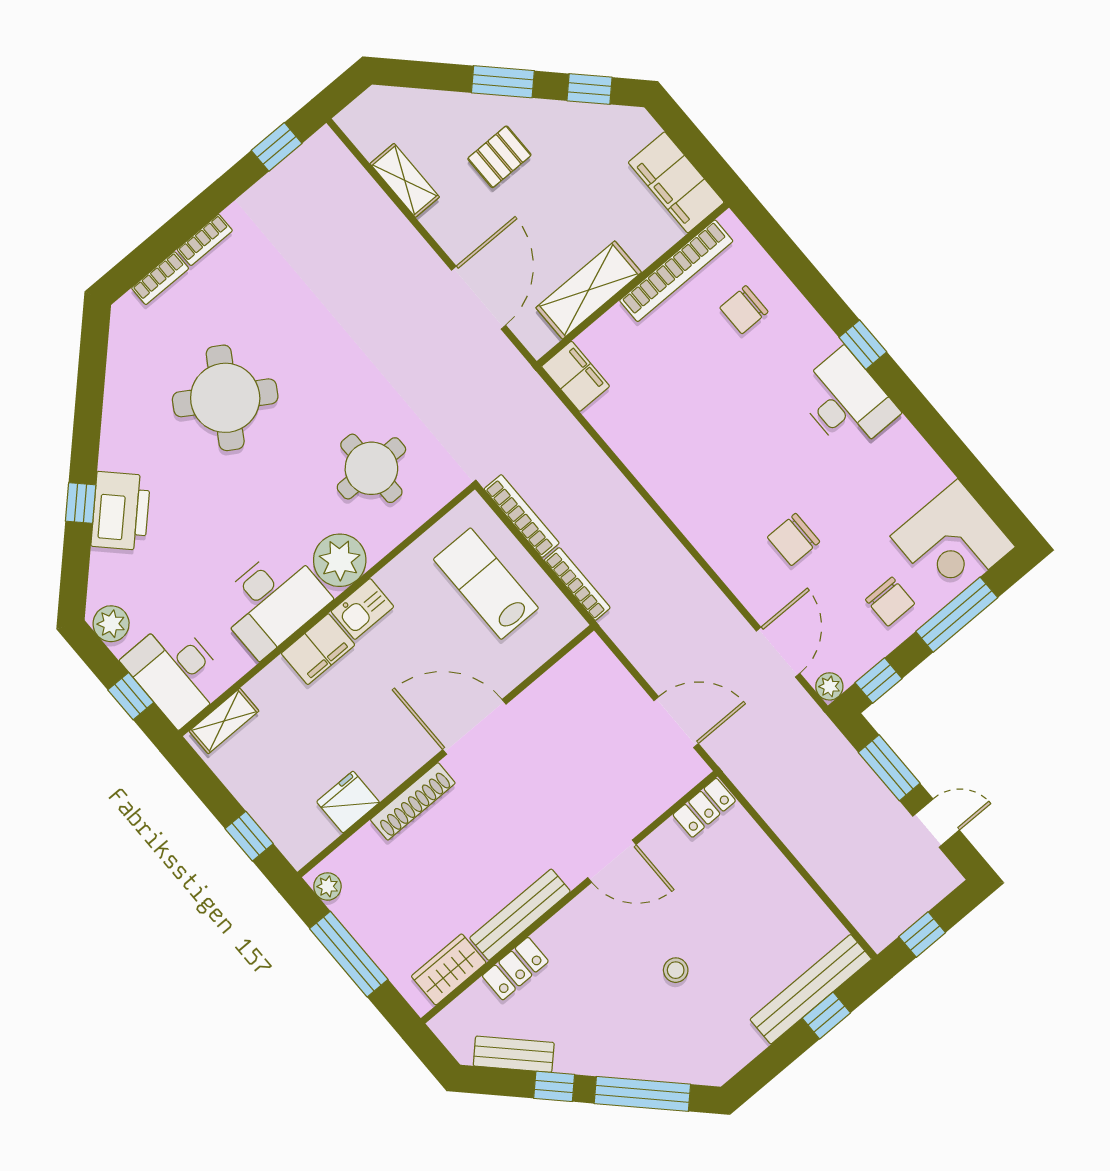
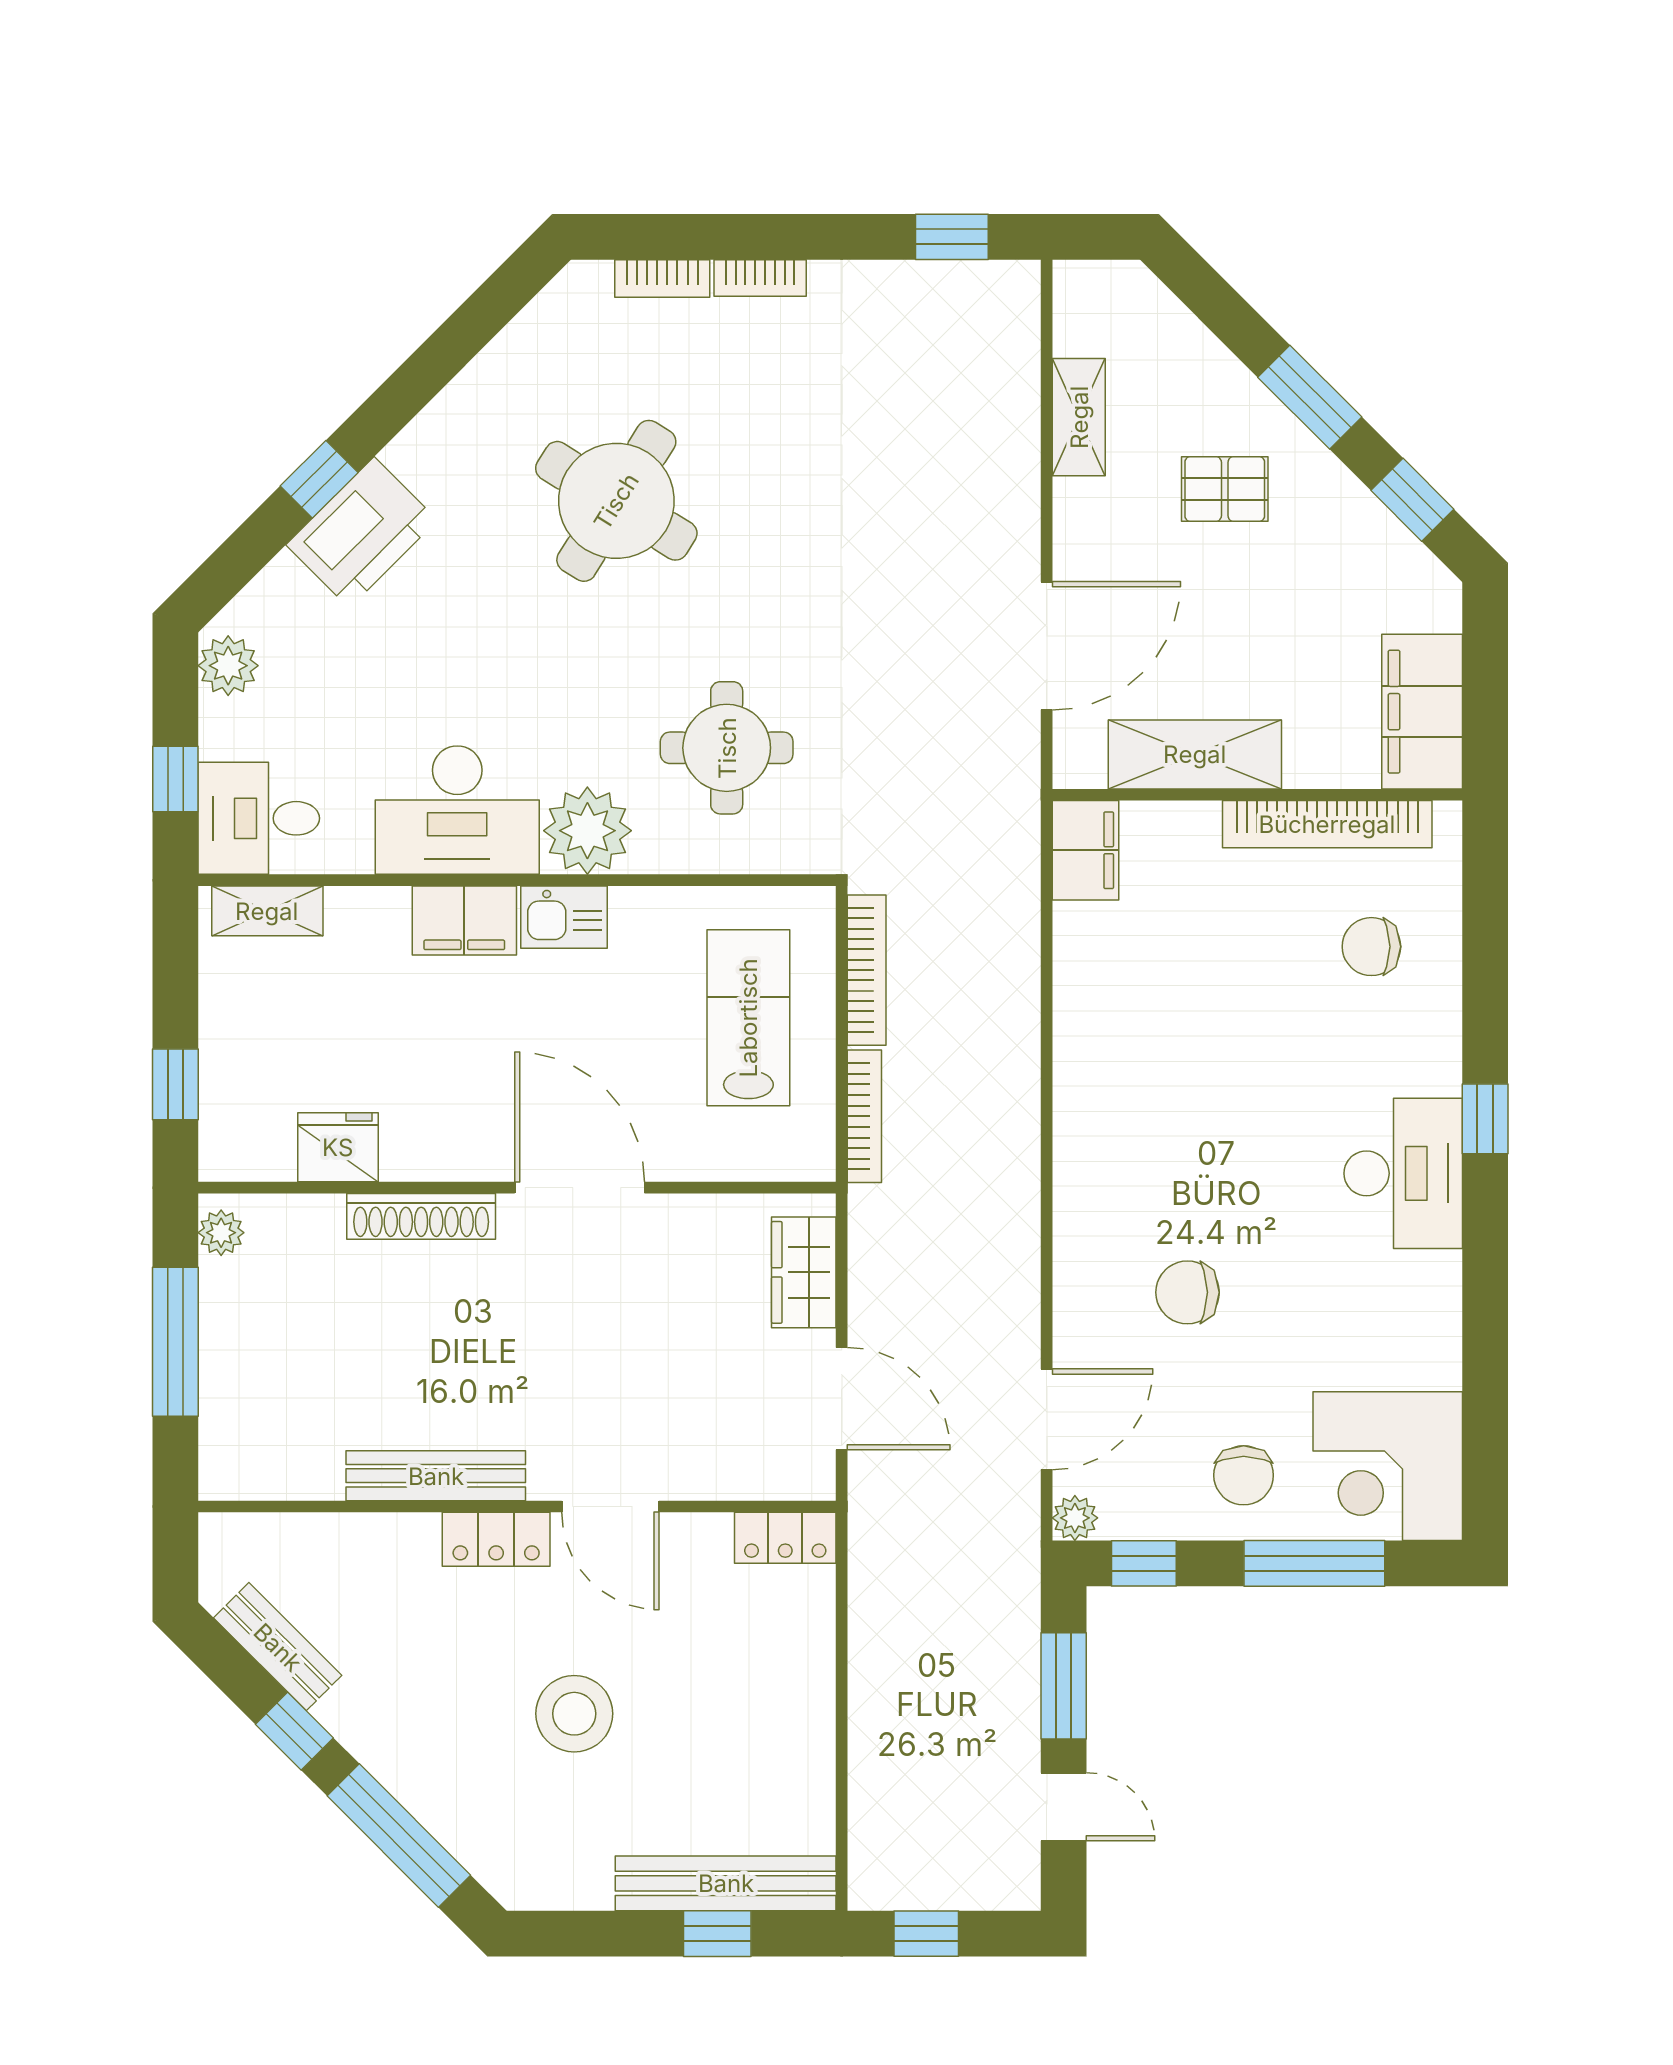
desk: (176, 672) -> (259, 818), width x0.73
wardrobe: (449, 969) -> (804, 1272), moved, turned -90
locker: (515, 969) -> (496, 1539), moved
stool: (676, 970) -> (574, 1714), width x1.89, depth x1.89

